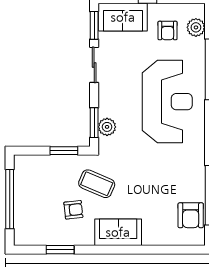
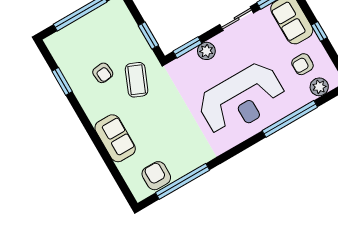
plant: (107, 127) -> (206, 51), moved
armchair: (191, 215) -> (156, 176), turned 90
sofa: (118, 232) -> (115, 138), moved

